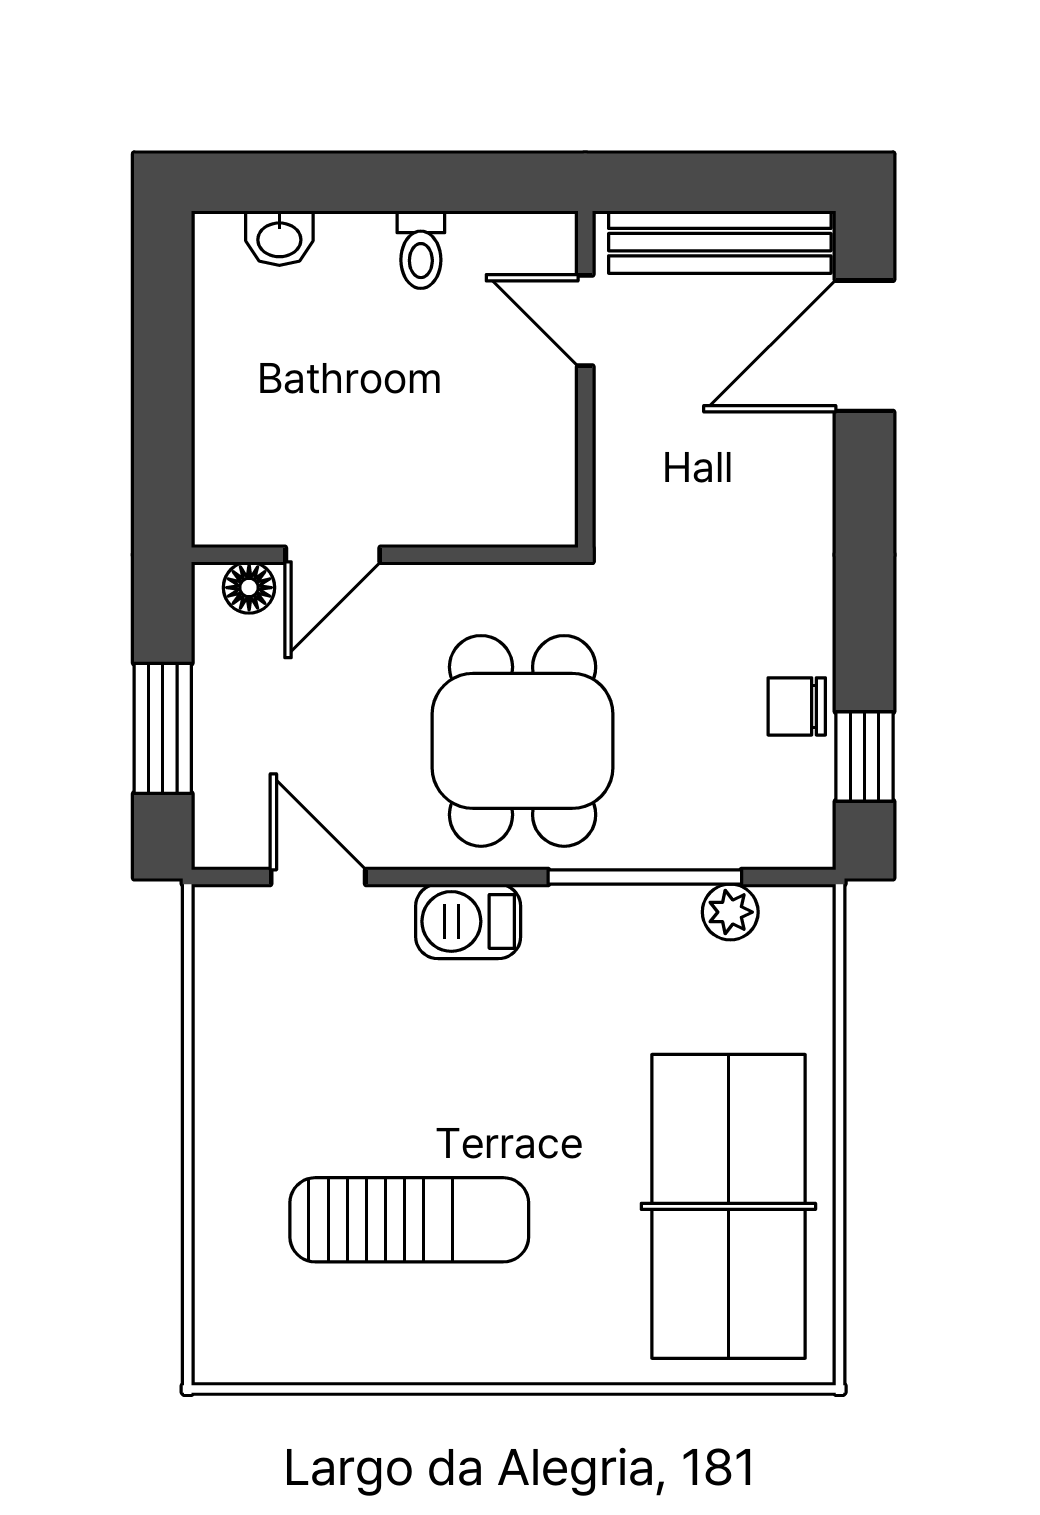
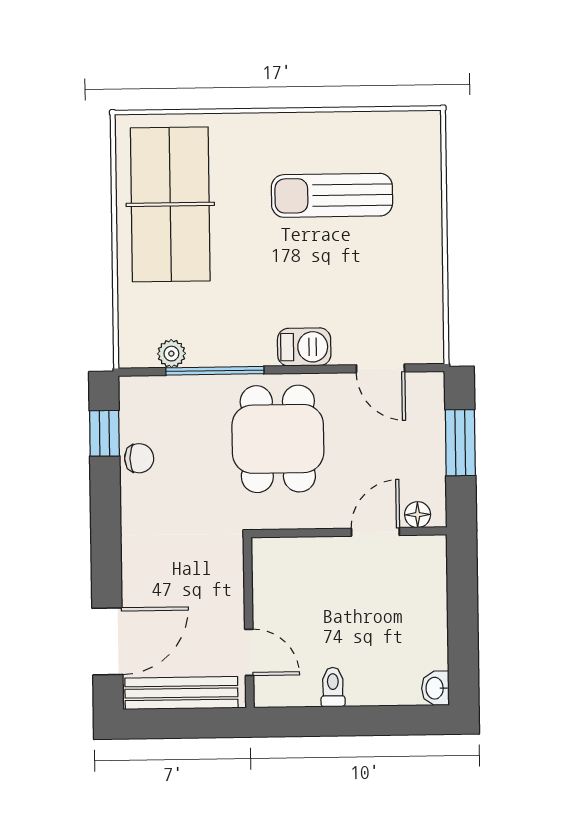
washbasin: (279, 238) -> (435, 688), moved, turned -90

